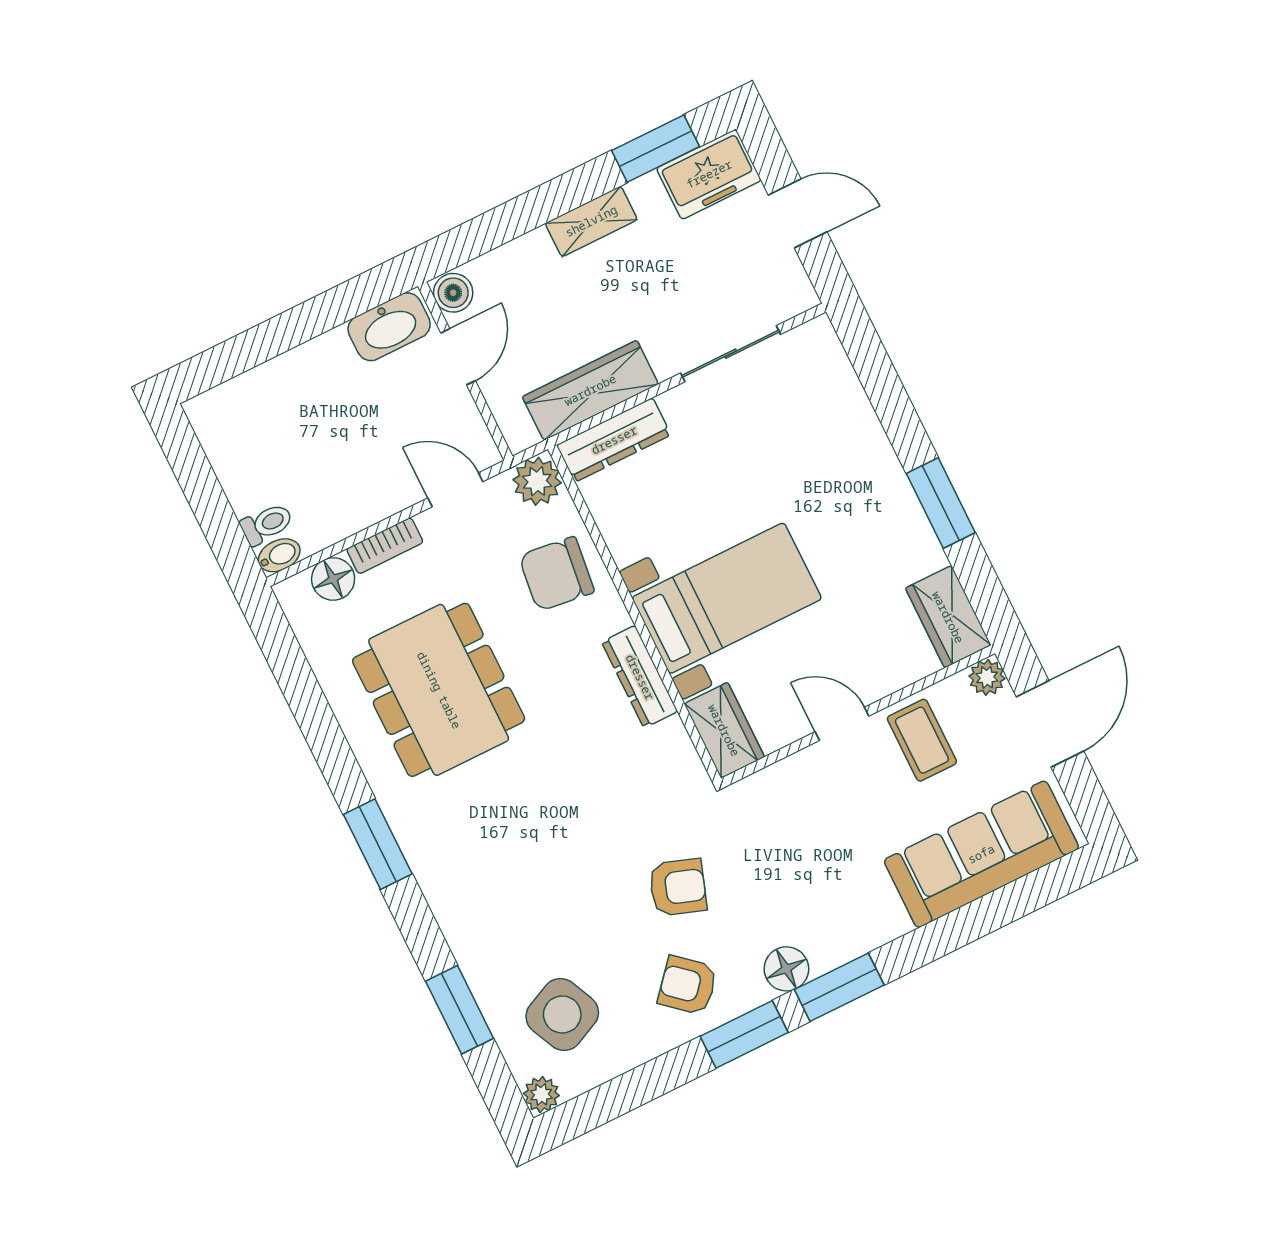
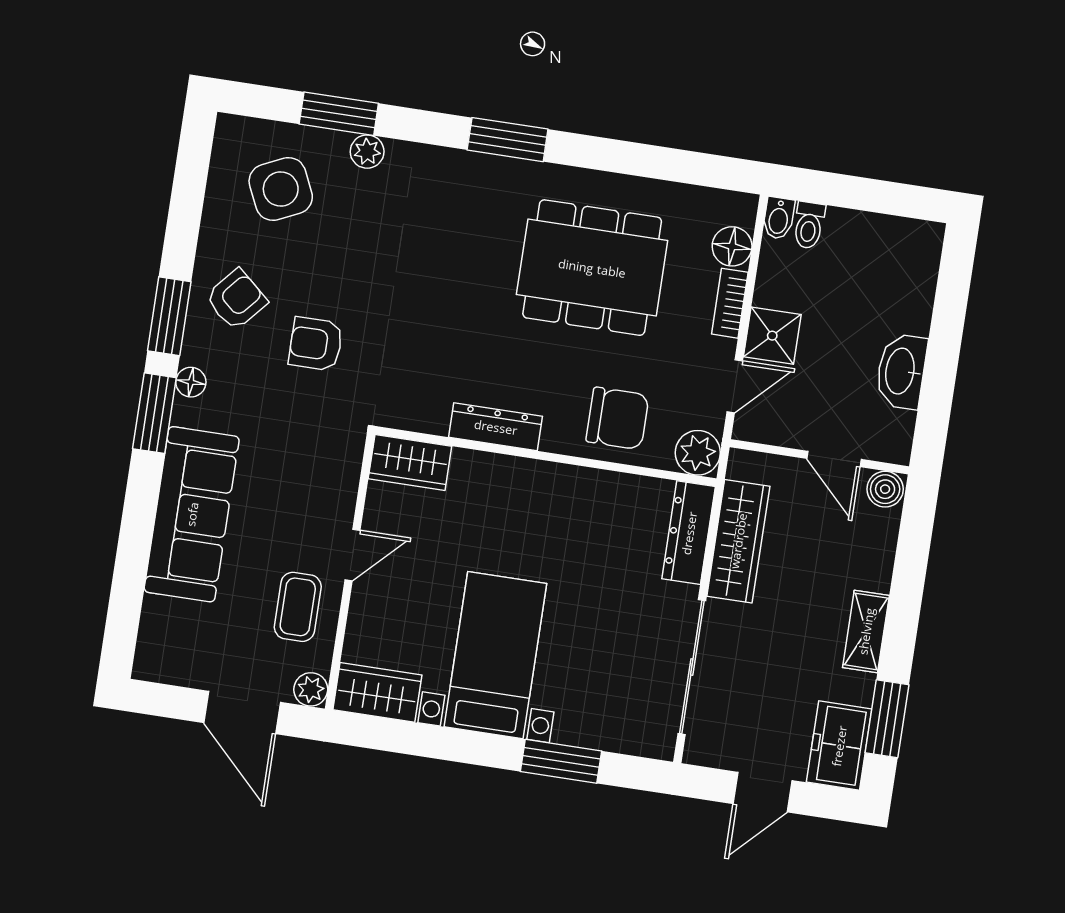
washbasin: (389, 327) -> (901, 371), moved
sliding door: (731, 354) -> (692, 667), width x1.37
shower: (387, 488) -> (772, 336), added
window: (941, 503) -> (561, 761), moved
chair: (556, 574) -> (617, 418), turned 83
bed with nightstands: (727, 598) -> (495, 655), moved, turned 180
coffee table: (922, 740) -> (298, 607), turned 90
sofa: (981, 854) -> (192, 514), moved
armchair: (678, 887) -> (316, 344), turned 71
floor lamp: (786, 969) -> (191, 382), width x0.73, depth x0.73
plant: (541, 1095) -> (367, 152), moved

